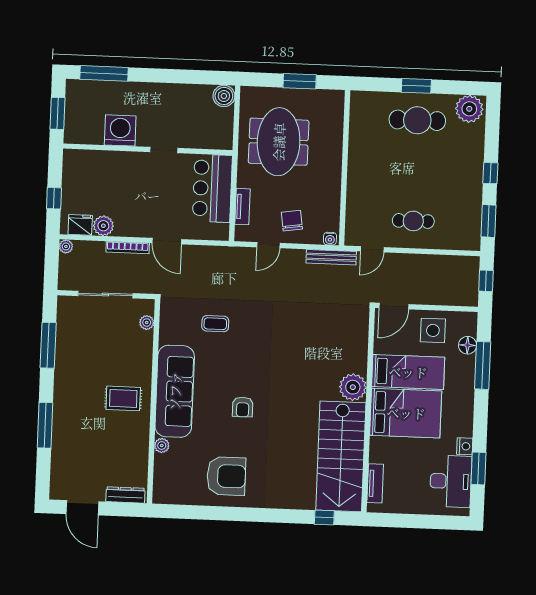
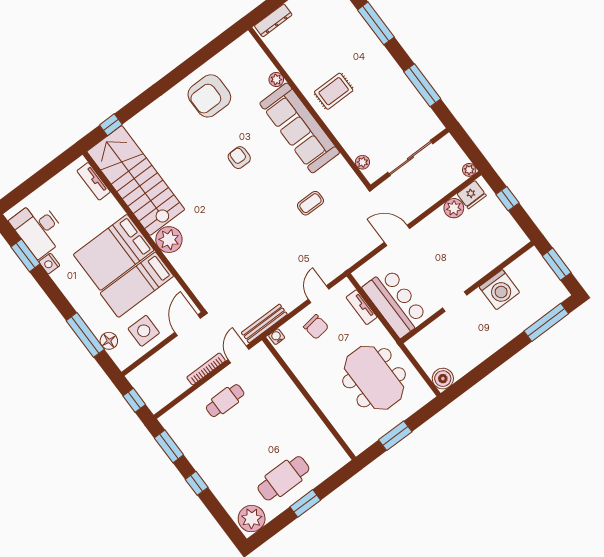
bookcase: (128, 248) -> (206, 369), moved

